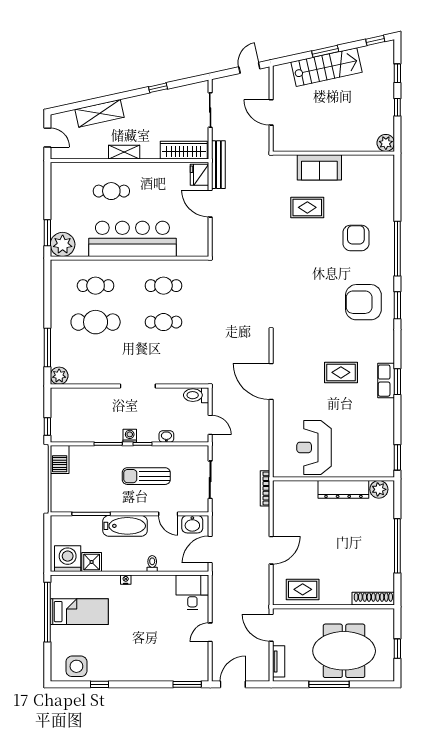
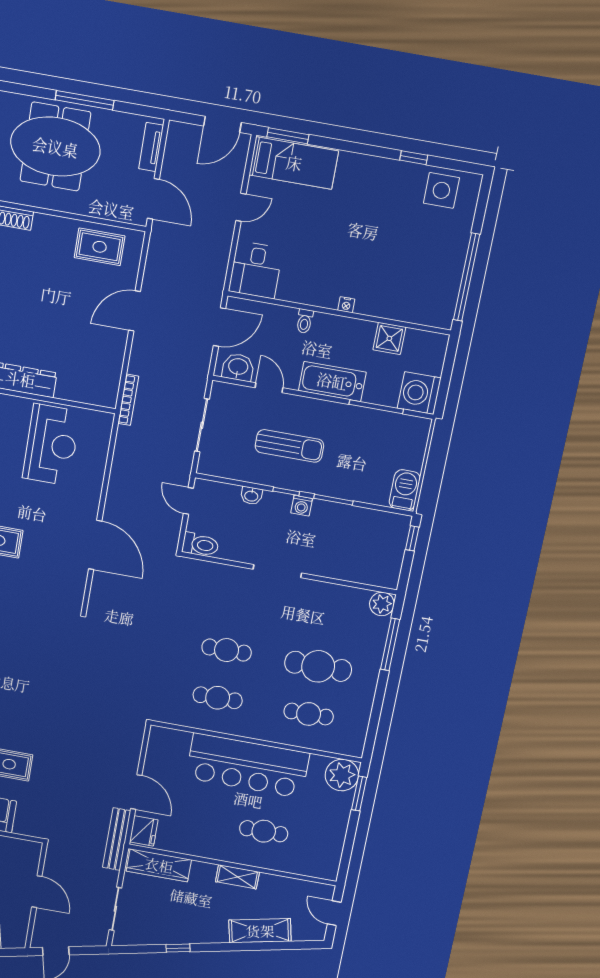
washing machine: (68, 559) -> (419, 393), moved, turned 90
bed: (79, 612) -> (294, 163), moved, turned 180

